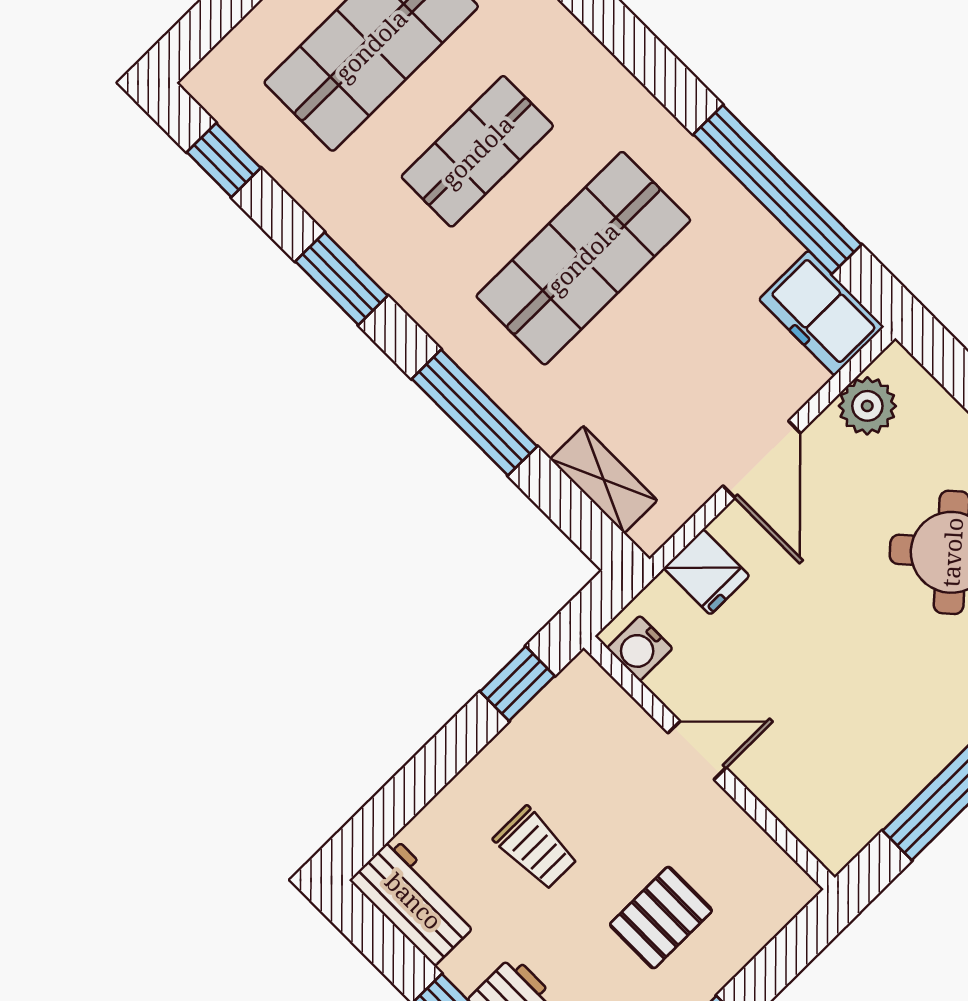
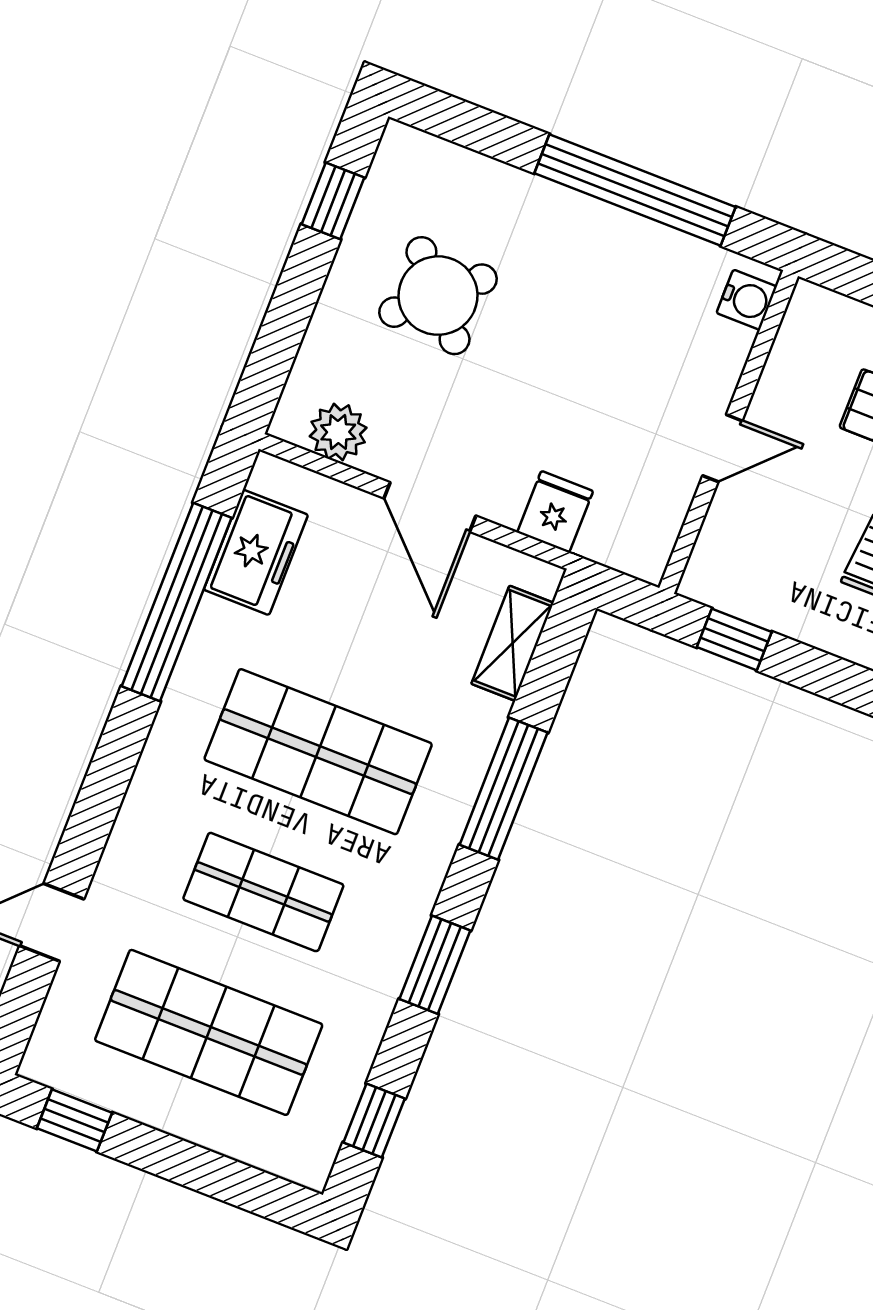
freezer: (821, 313) -> (256, 552), moved
door: (762, 459) -> (430, 507), swing flipped
water cooler: (640, 648) -> (747, 300), moved
door: (697, 750) -> (722, 448), swing flipped

